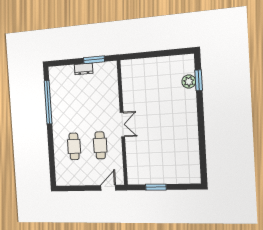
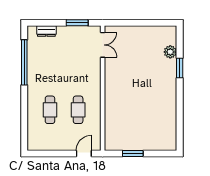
dresser: (84, 69) -> (46, 31), moved
window: (199, 80) -> (180, 68), moved
double door: (122, 125) -> (103, 45), moved

